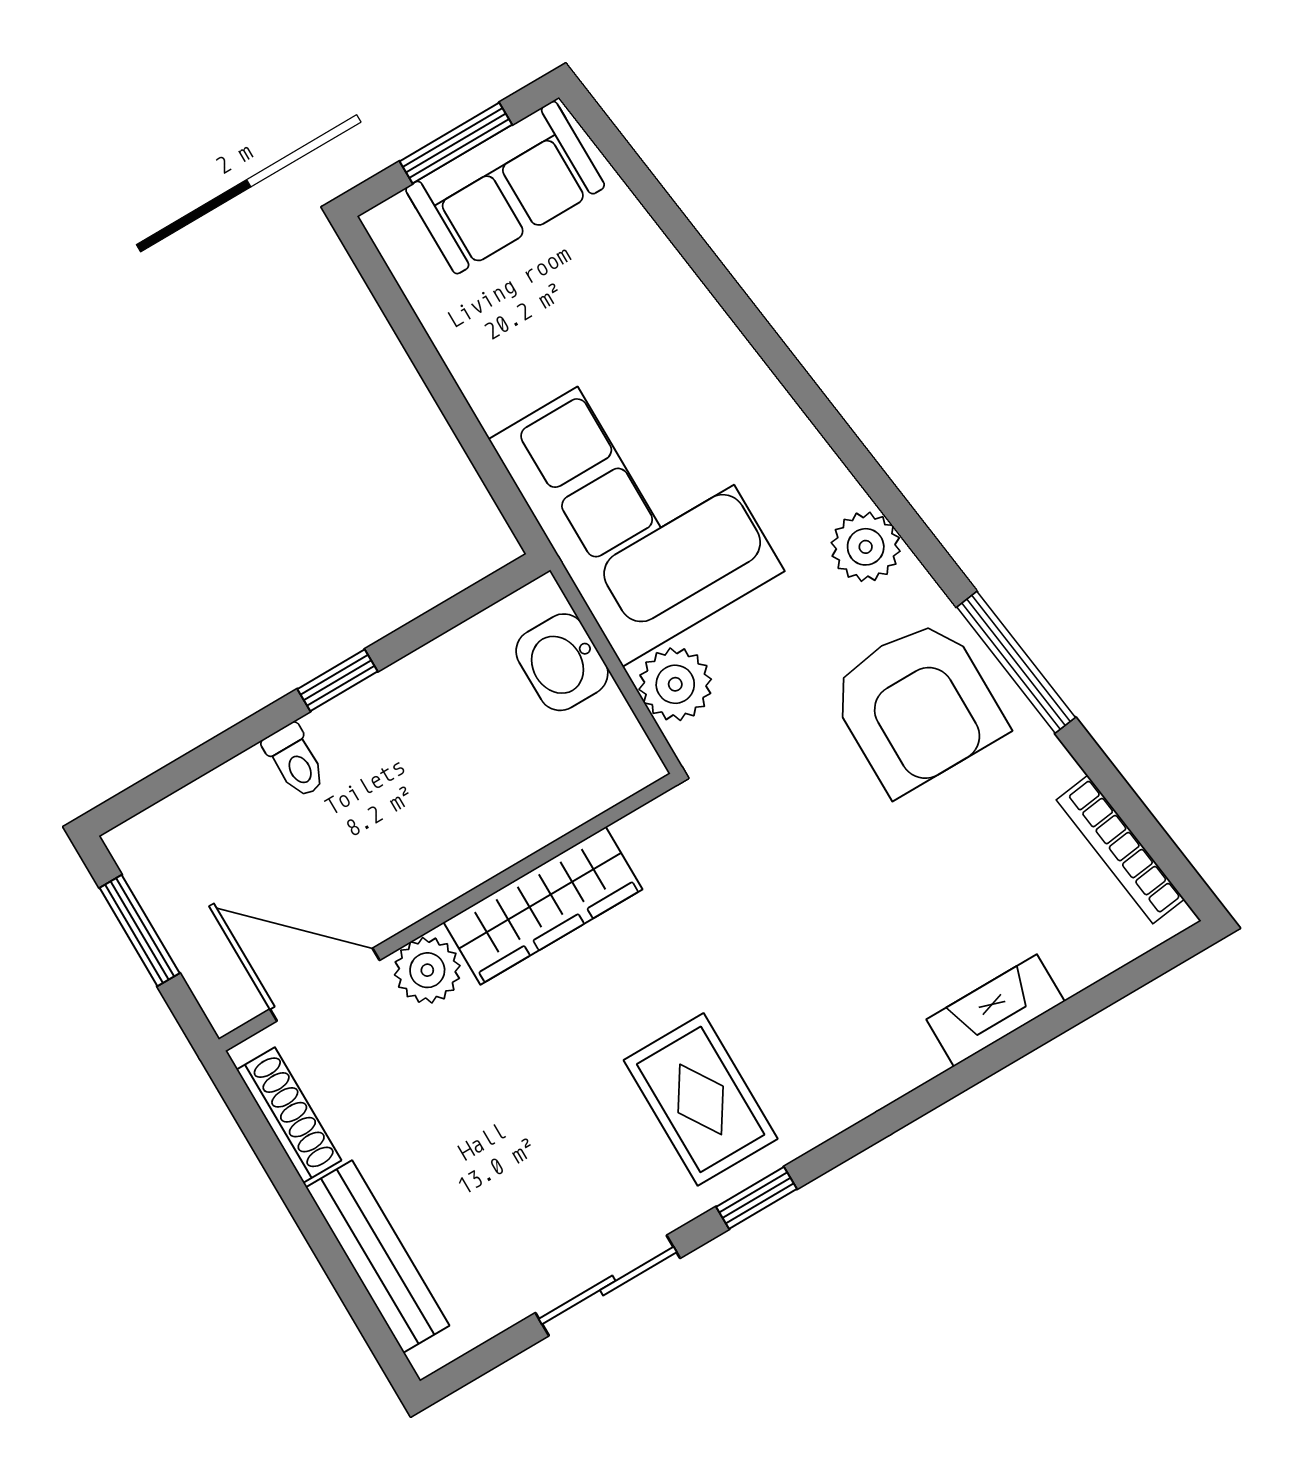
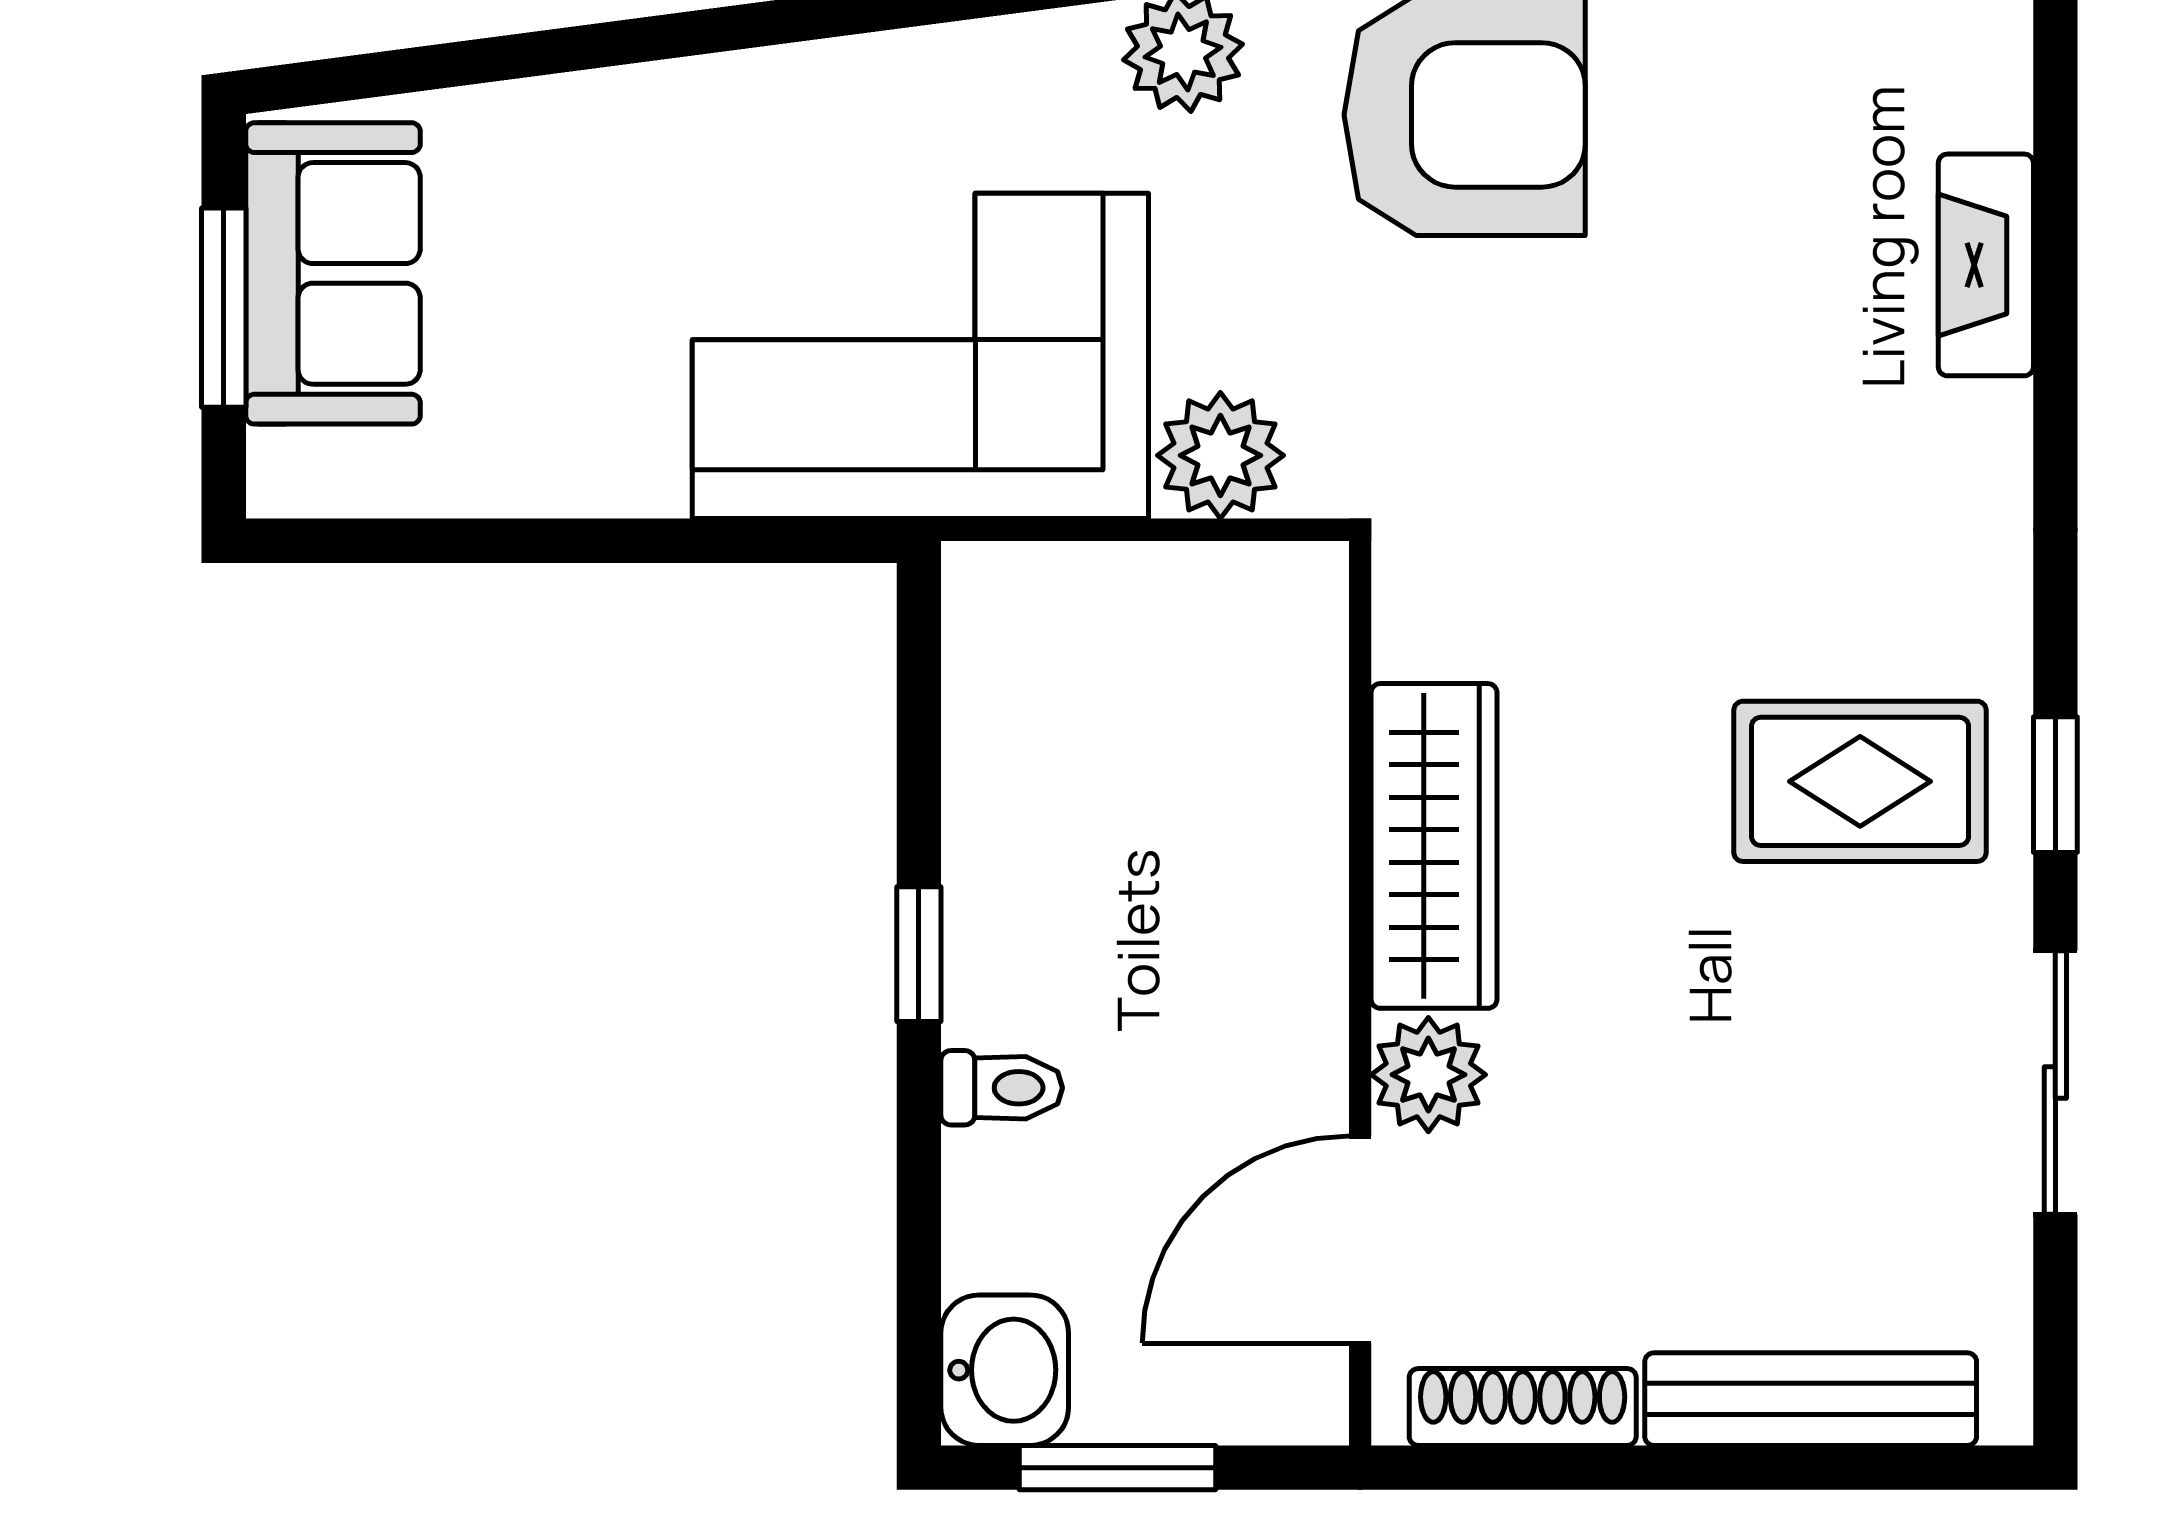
washbasin: (562, 662) -> (1005, 1370), moved, turned -90

